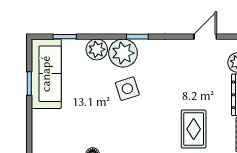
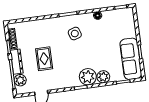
side table: (127, 89) -> (75, 34), moved
rug: (194, 129) -> (44, 59), moved

